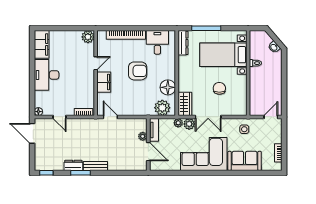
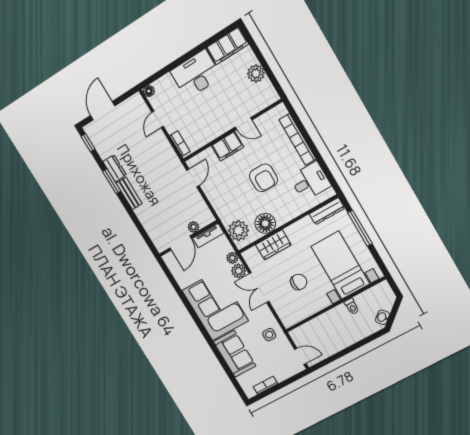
plant: (88, 37) -> (256, 73), moved
wardrobe: (185, 104) -> (273, 245), moved
door: (32, 133) -> (103, 111), moved

